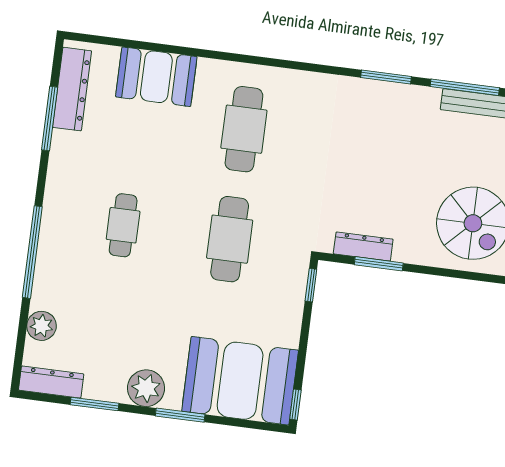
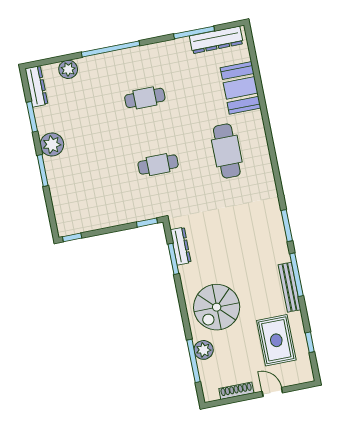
cafe table: (244, 129) -> (227, 151), turned 90
cafe table: (230, 239) -> (158, 165), width x0.73, depth x0.74
booth: (240, 381) -> (75, 199), removed

